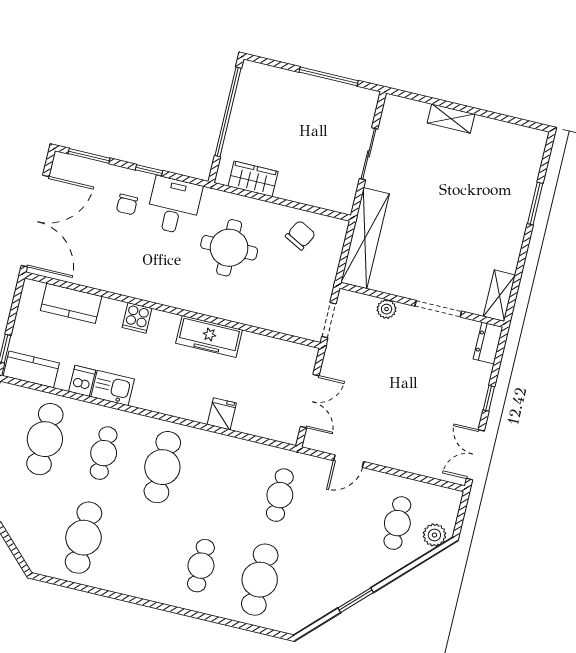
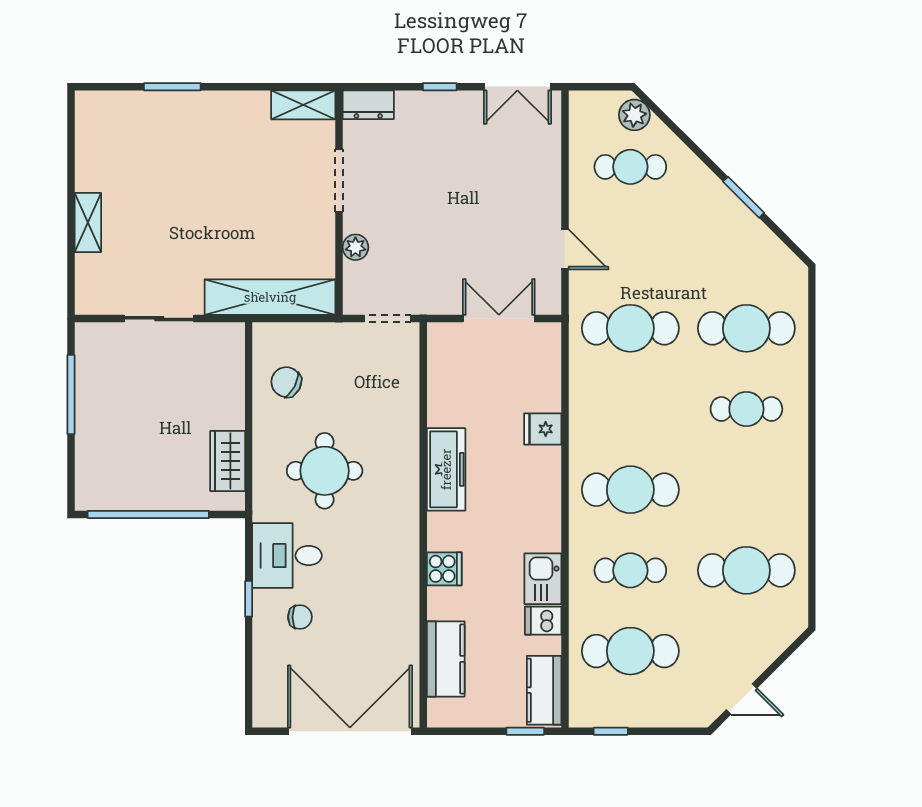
window: (89, 156) -> (249, 681), removed
cafe table: (280, 495) -> (630, 328), width x1.37, depth x1.35

